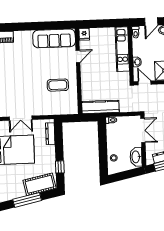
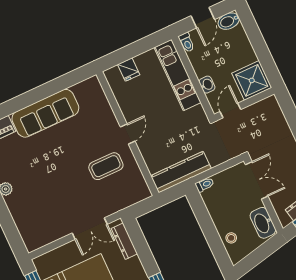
fridge: (84, 34) -> (129, 70), moved
sofa: (54, 38) -> (45, 113), moved
door: (78, 56) -> (128, 134), moved
door: (145, 83) -> (230, 110), hinge flipped
double door: (21, 118) -> (90, 229), moved

